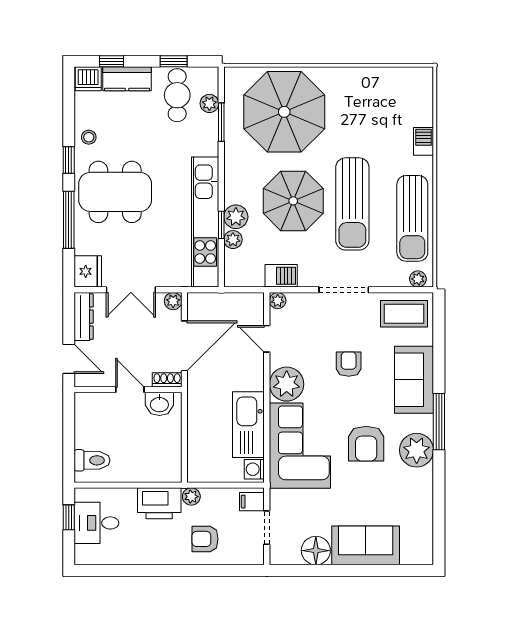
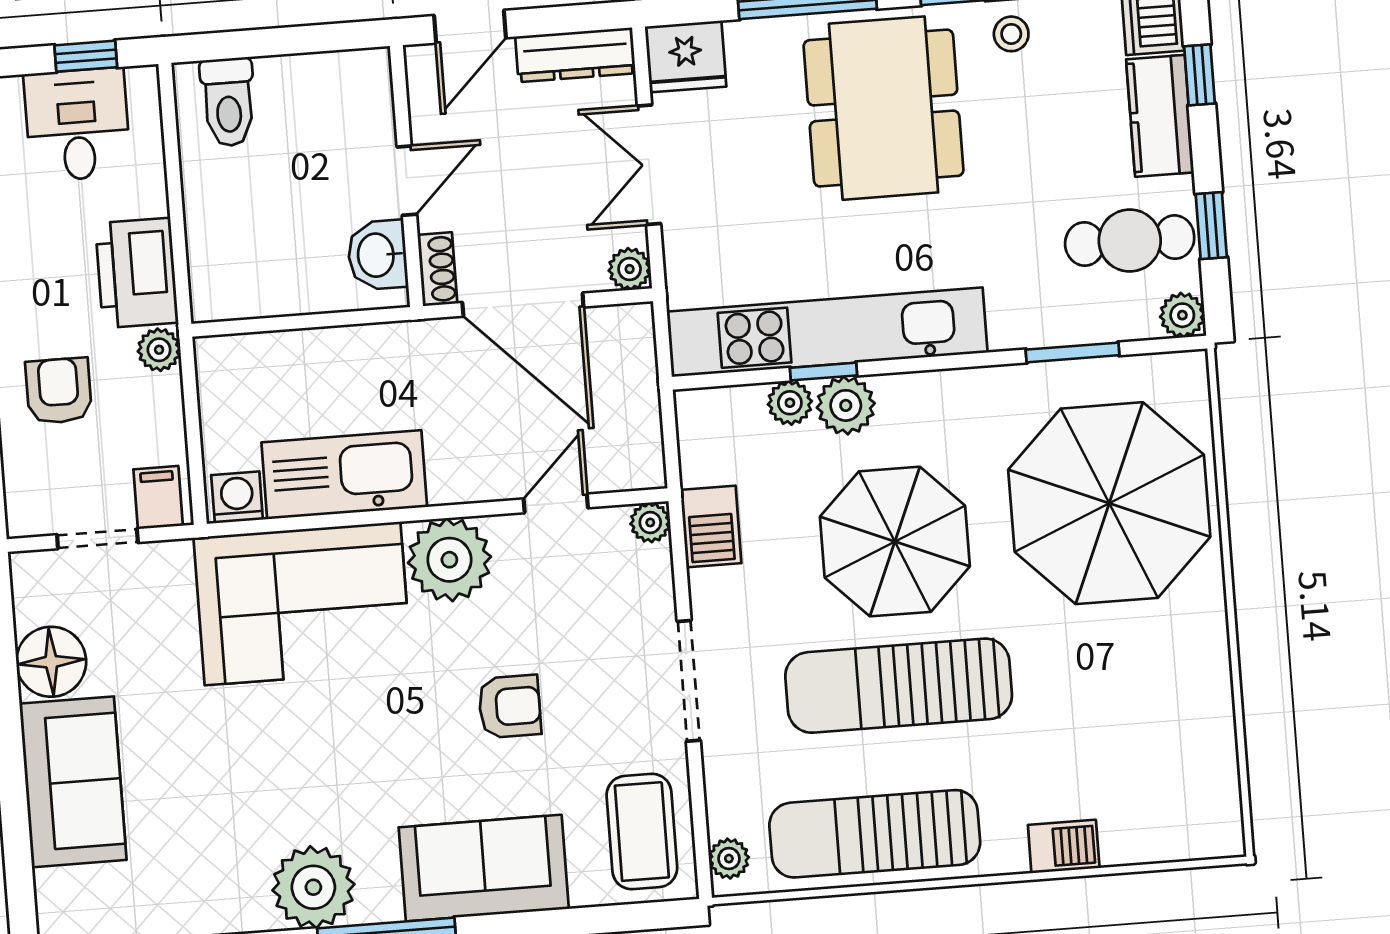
plant: (209, 103) -> (1182, 315), moved
armchair: (366, 444) -> (320, 764), removed

